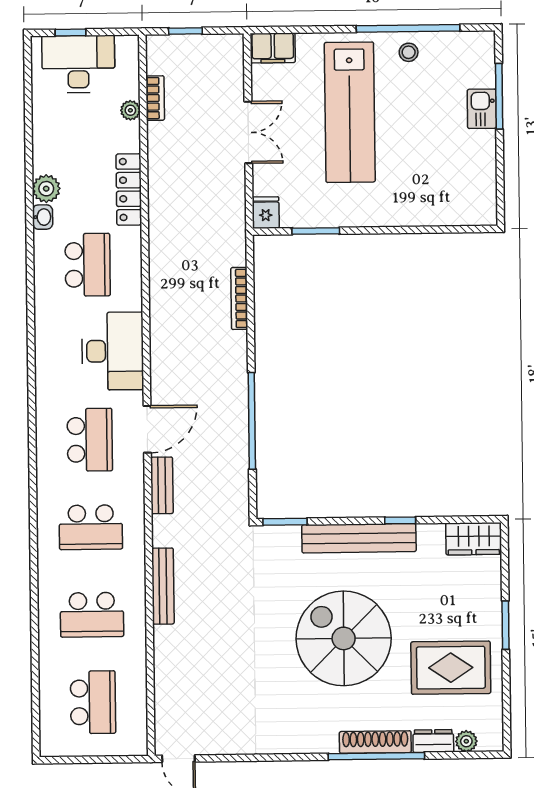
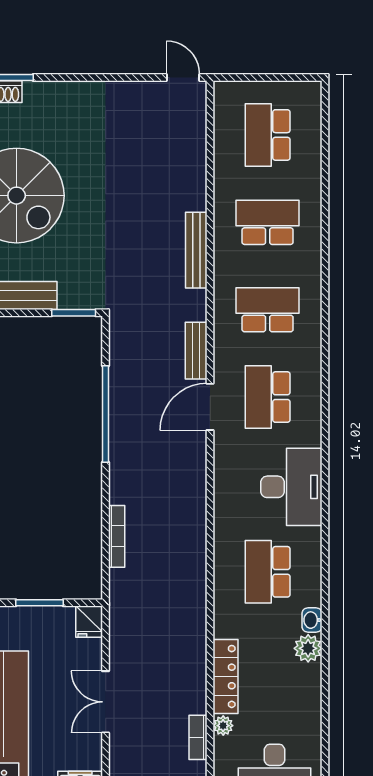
locker: (129, 189) -> (226, 676), moved
desk: (113, 351) -> (291, 487), moved, turned 180

